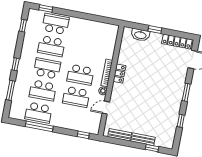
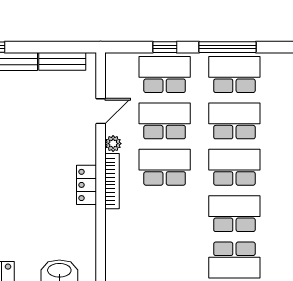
school desk: (47, 68) -> (234, 167), turned 180
school desk: (72, 119) -> (165, 75), added
window: (83, 135) -> (165, 47), moved

